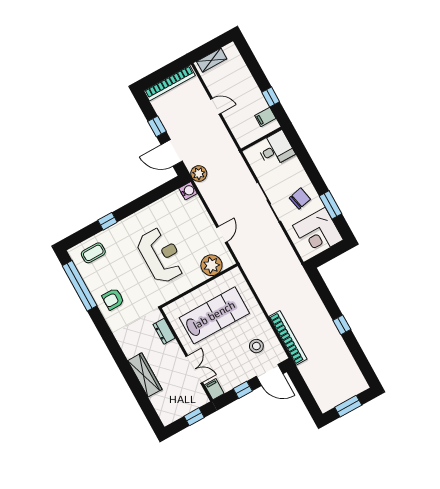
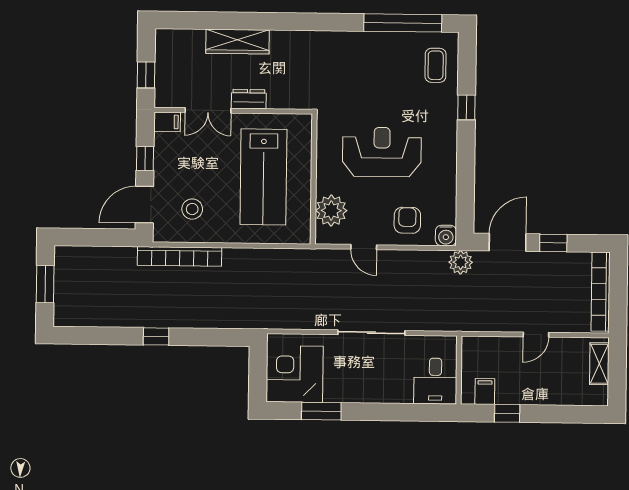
chair: (300, 199) -> (353, 376), removed
reception desk: (161, 255) -> (382, 152), turned 180
armchair: (113, 299) -> (407, 220), moved
dresser: (164, 331) -> (249, 99), moved

